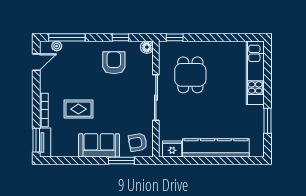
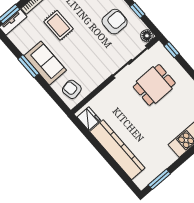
sliding door: (156, 98) -> (130, 62), moved
window: (268, 121) -> (159, 179), moved
window: (121, 160) -> (28, 66), moved

